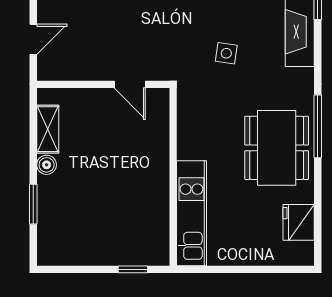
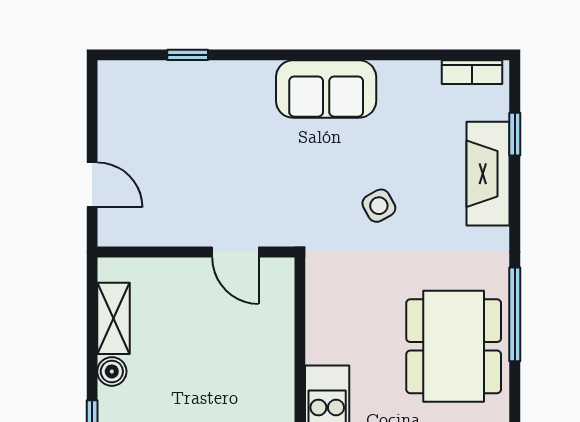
door: (33, 39) -> (92, 185), hinge flipped
side table: (226, 53) -> (379, 206), turned -37

